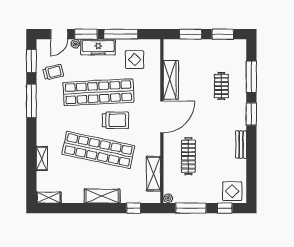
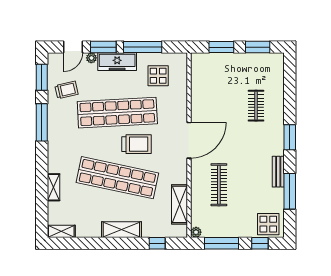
window: (251, 77) -> (290, 191), moved
wardrobe: (171, 80) -> (199, 99), removed

